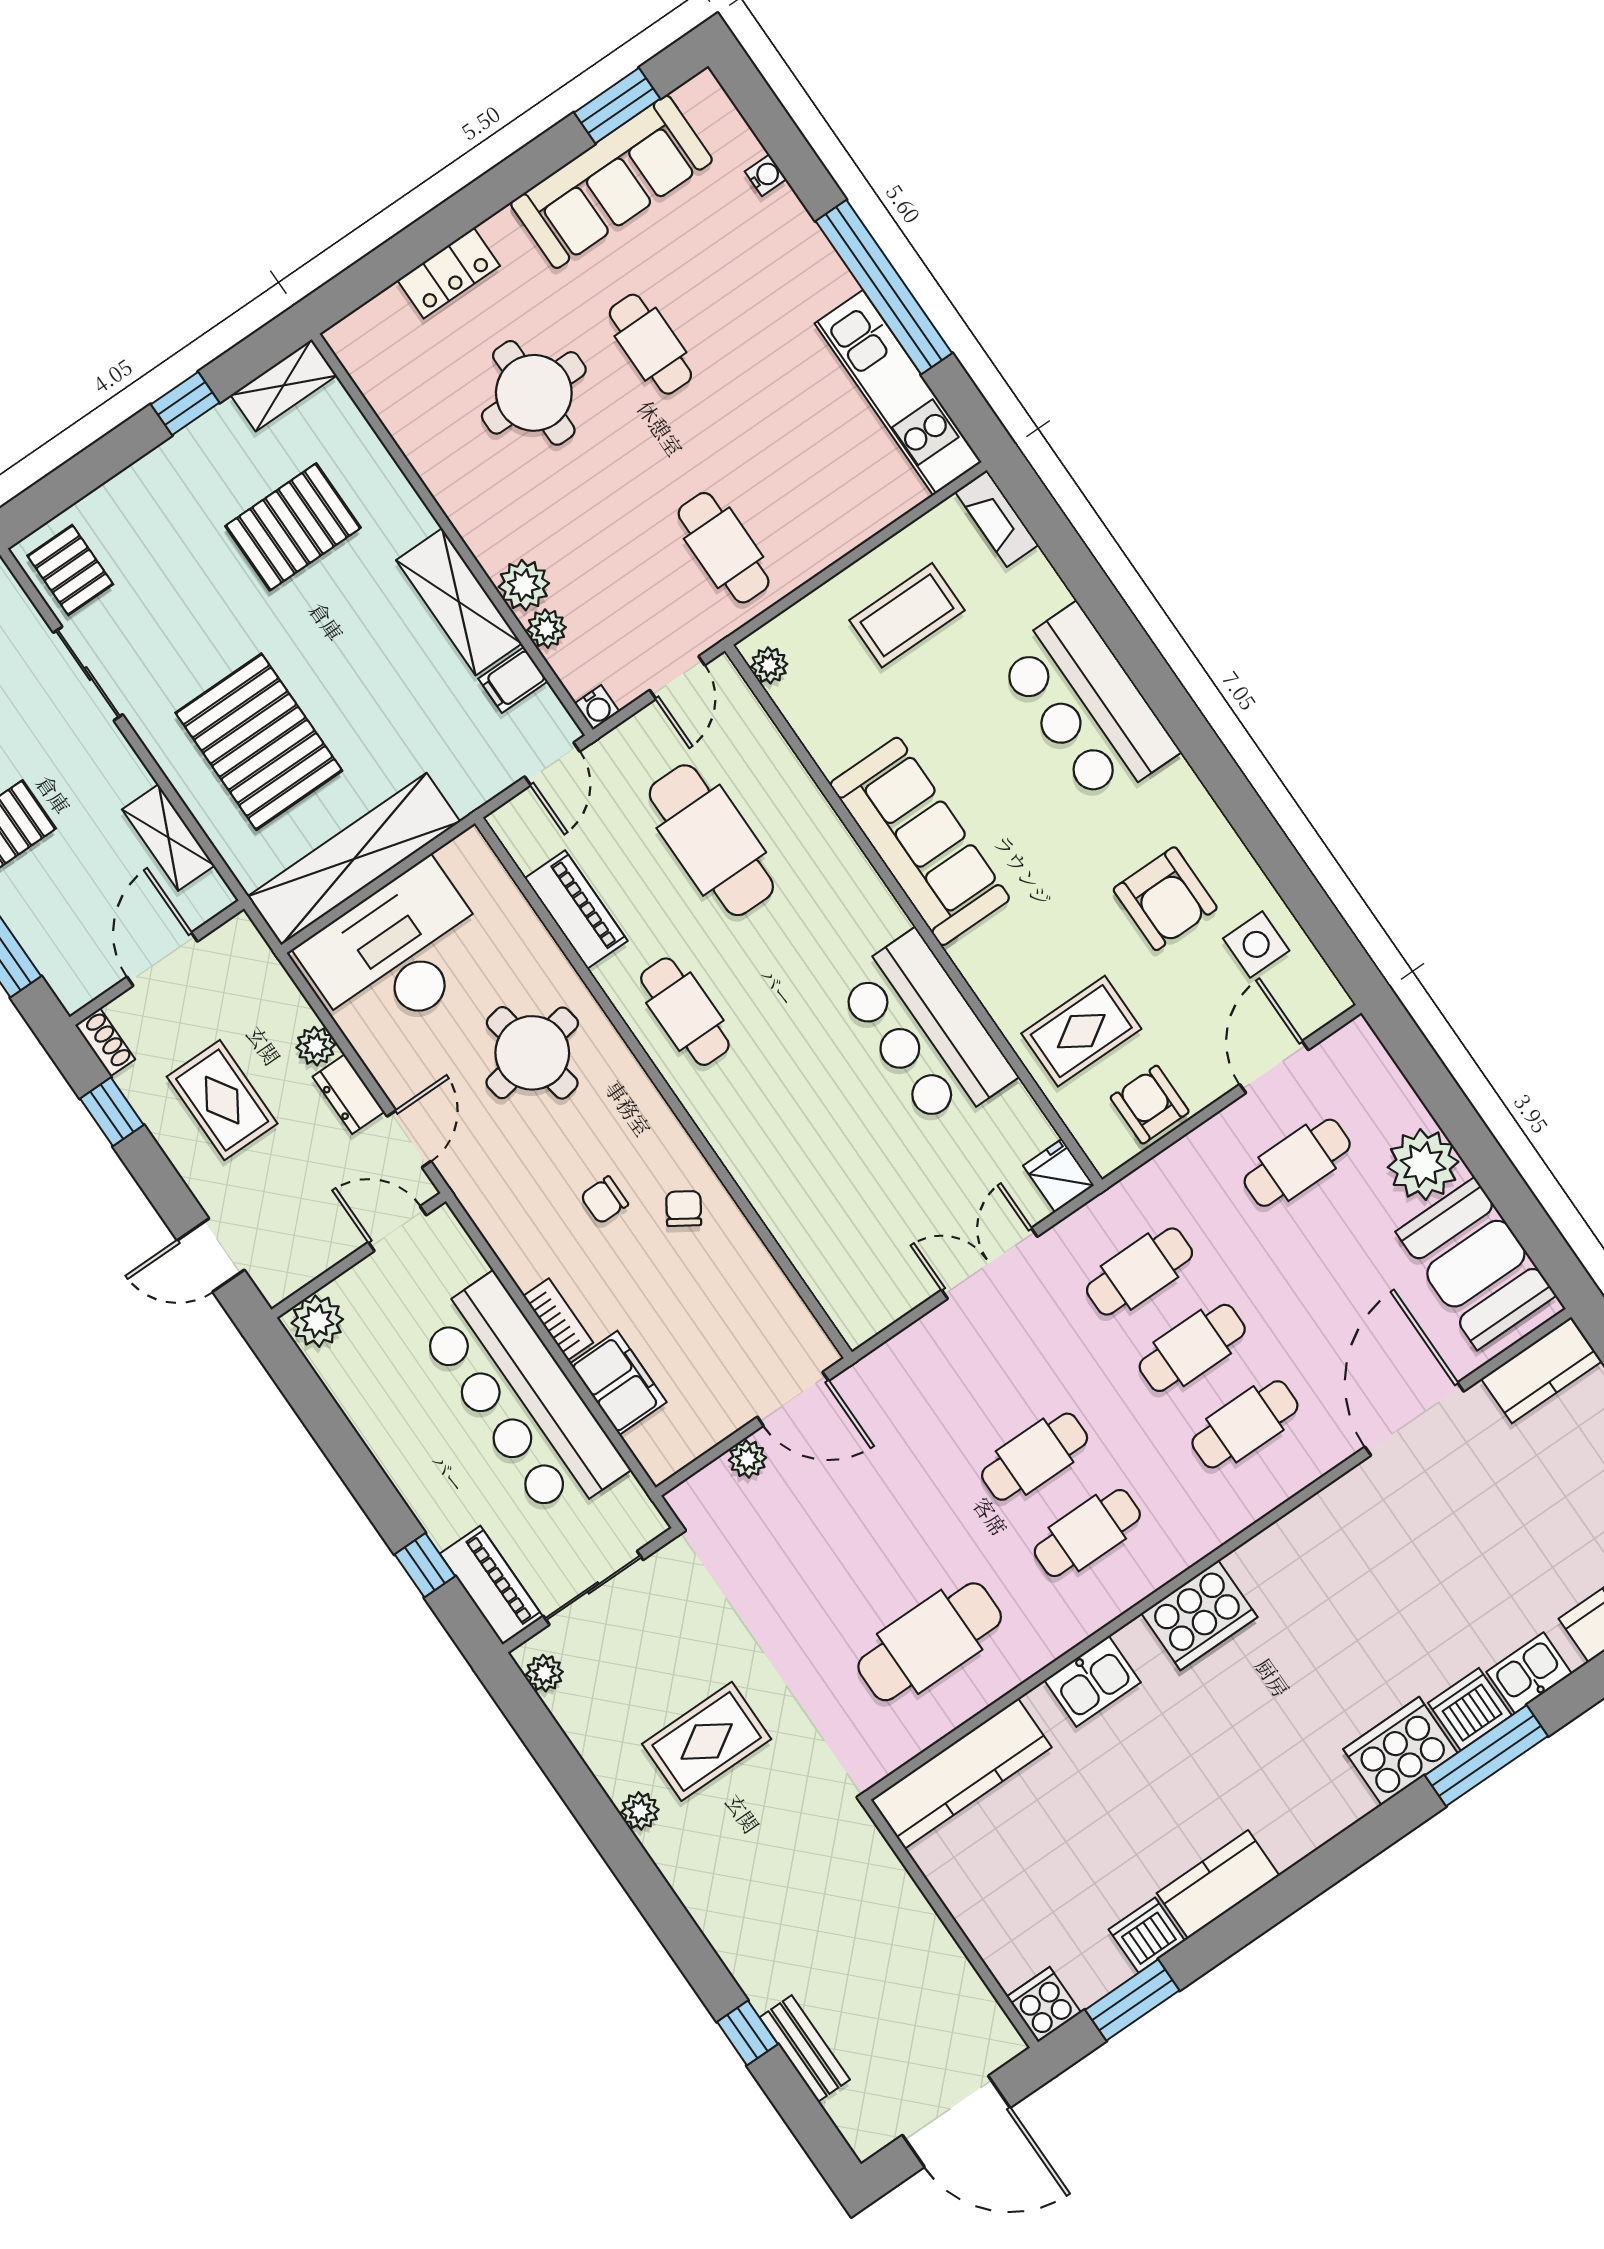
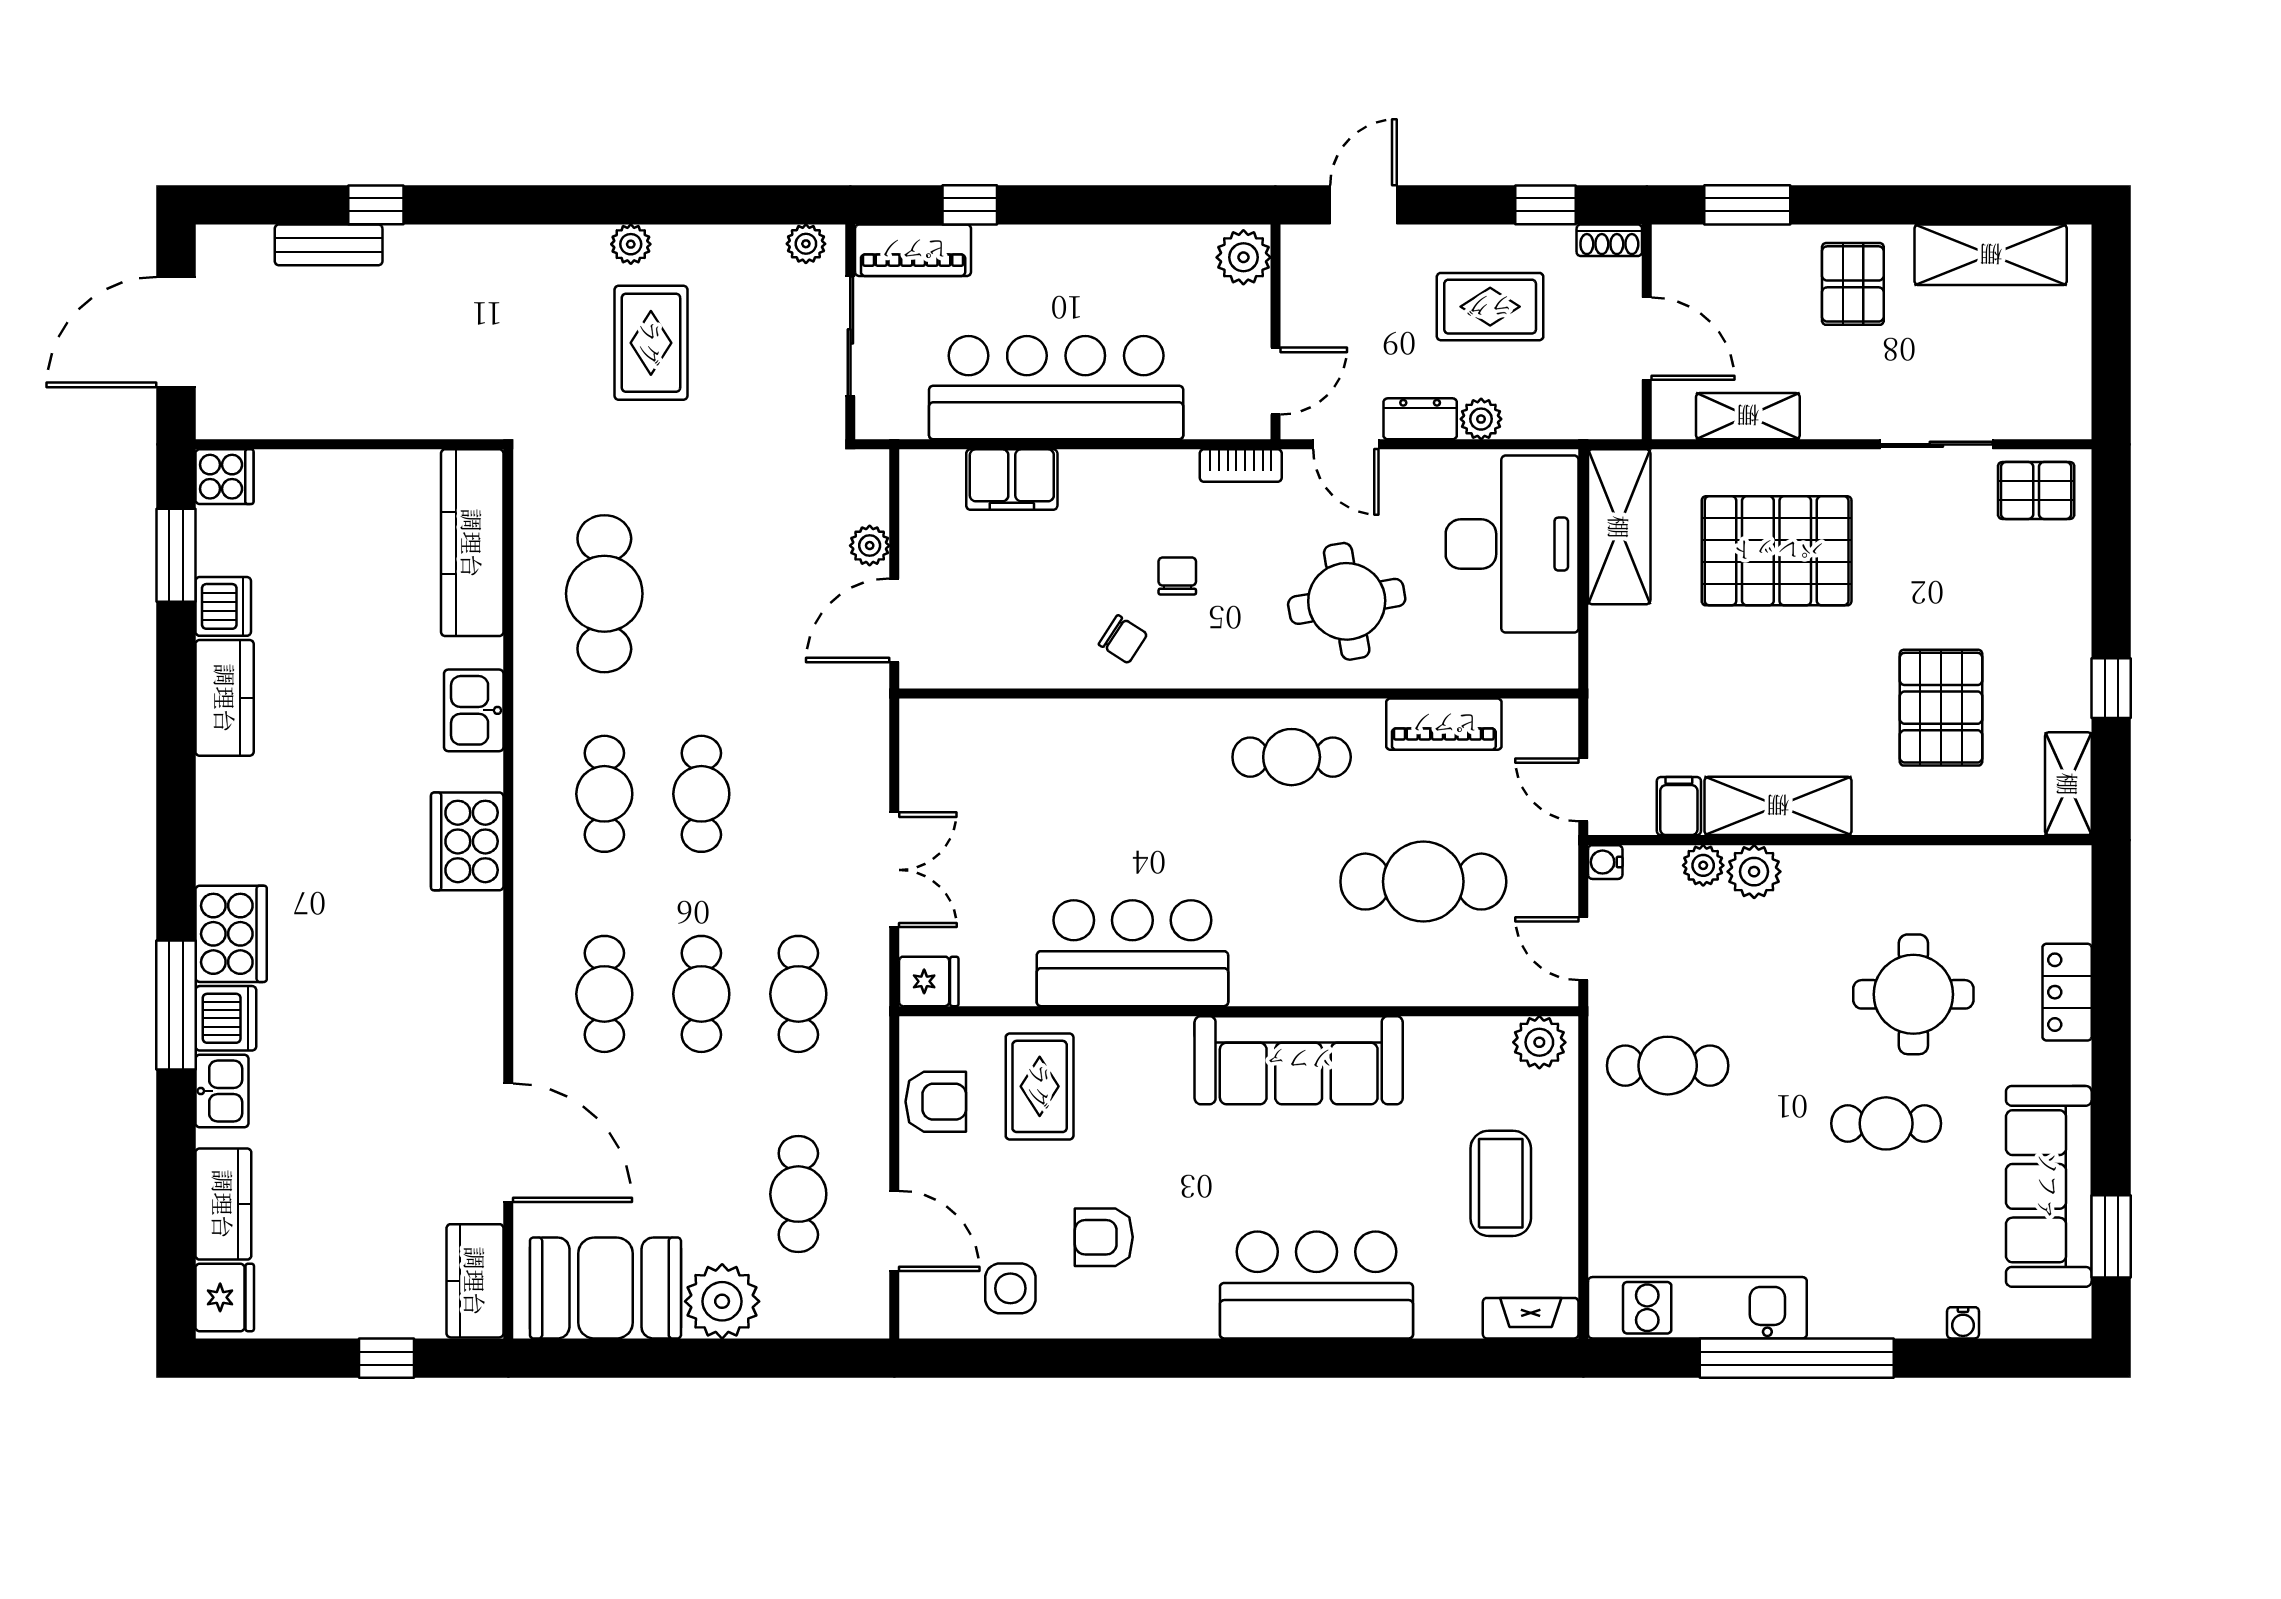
plant: (769, 665) -> (1539, 1042), width x1.38, depth x1.38
shelving: (354, 859) -> (1619, 527), width x0.68
armchair: (1165, 899) -> (1104, 1237), width x0.72, depth x0.72
bookcase: (558, 1319) -> (1241, 466), moved

